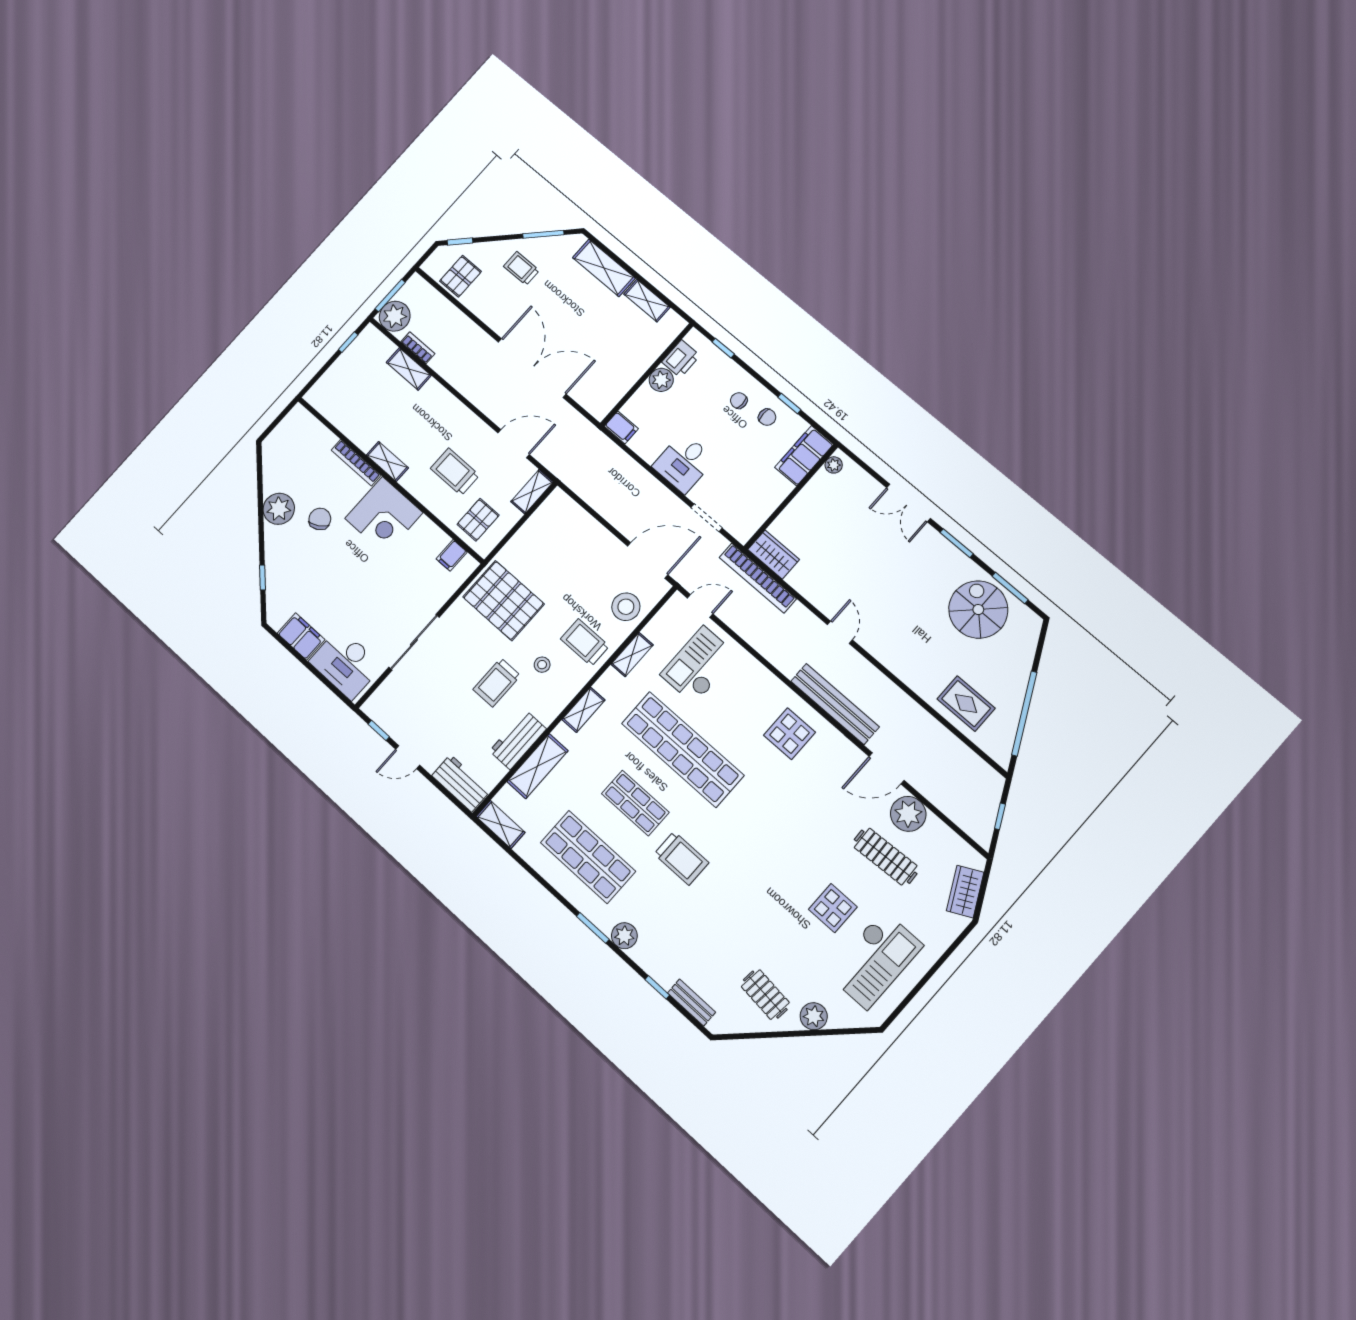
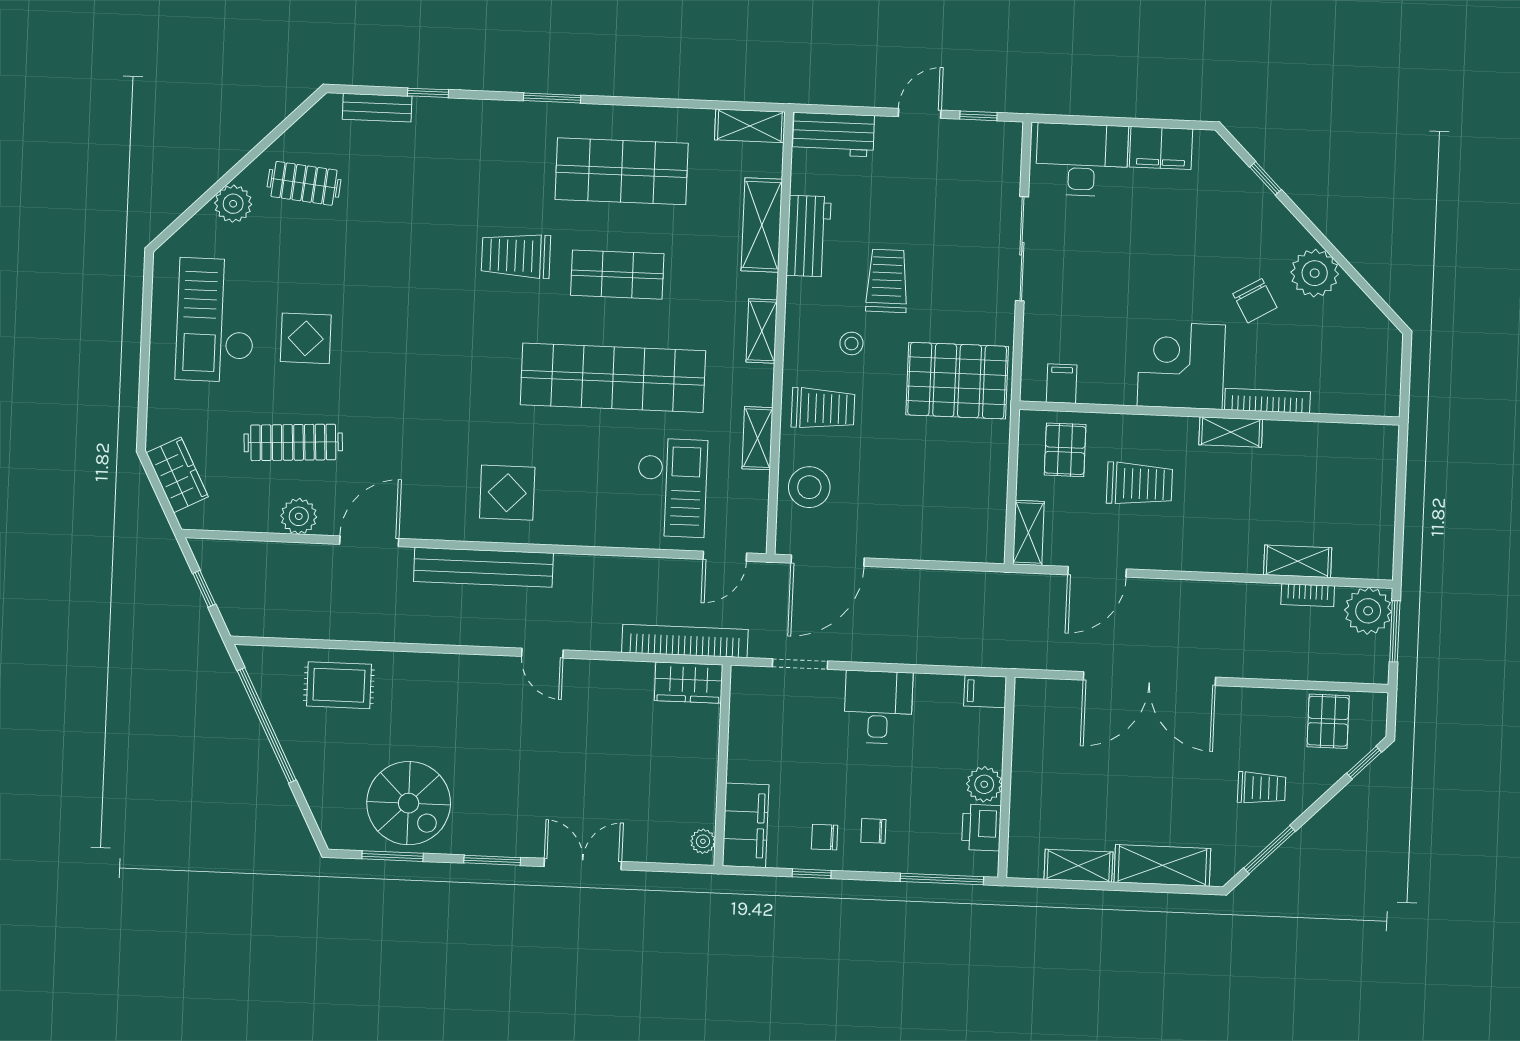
window: (348, 342) -> (1399, 536), removed
window: (723, 348) -> (942, 879), width x2.17
chair: (739, 401) -> (873, 831), turned 180
plant: (908, 814) -> (299, 516), width x0.73, depth x0.73
plant: (624, 936) -> (510, 119), removed

